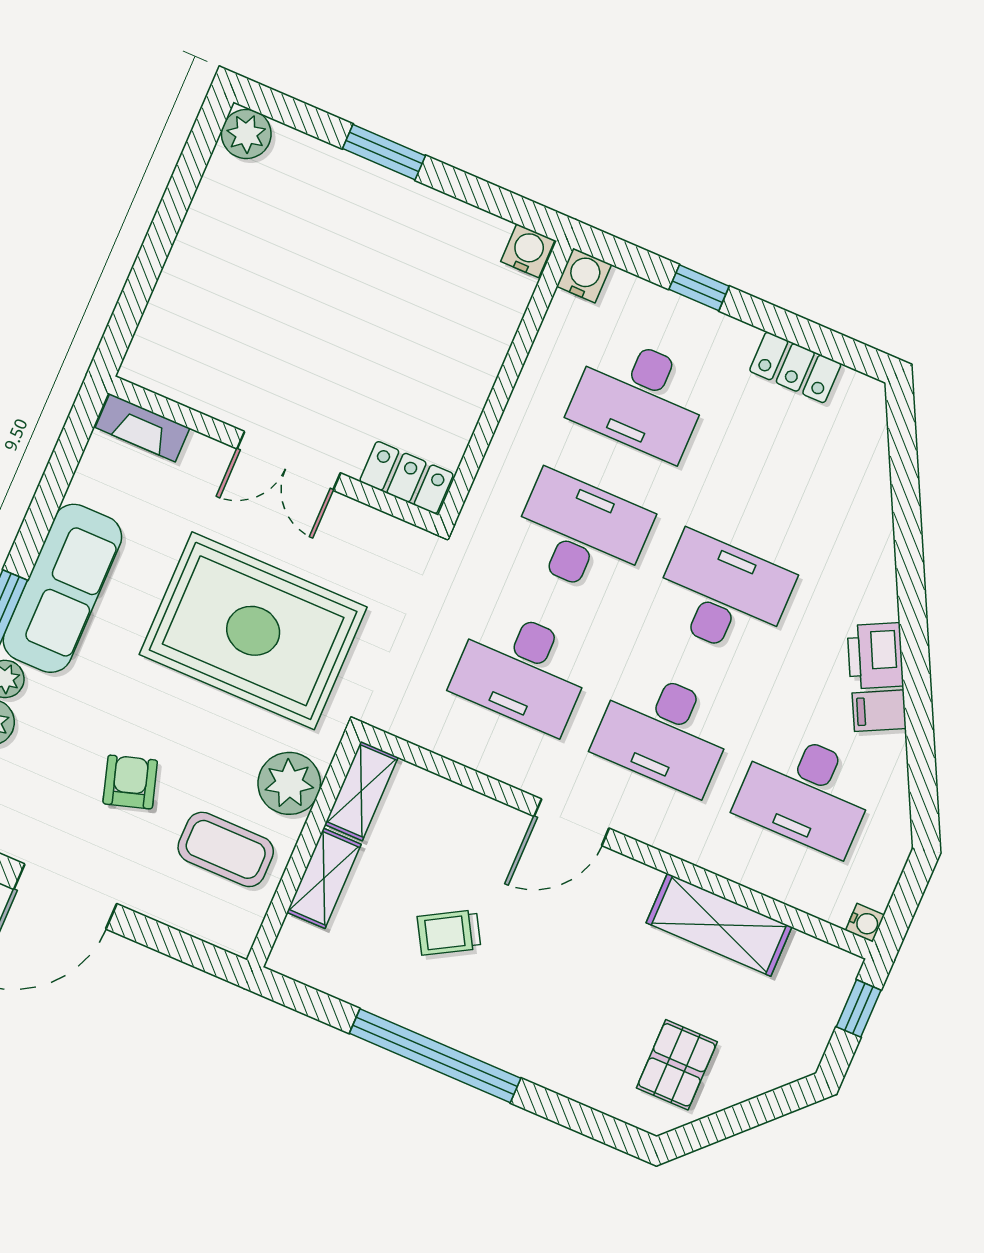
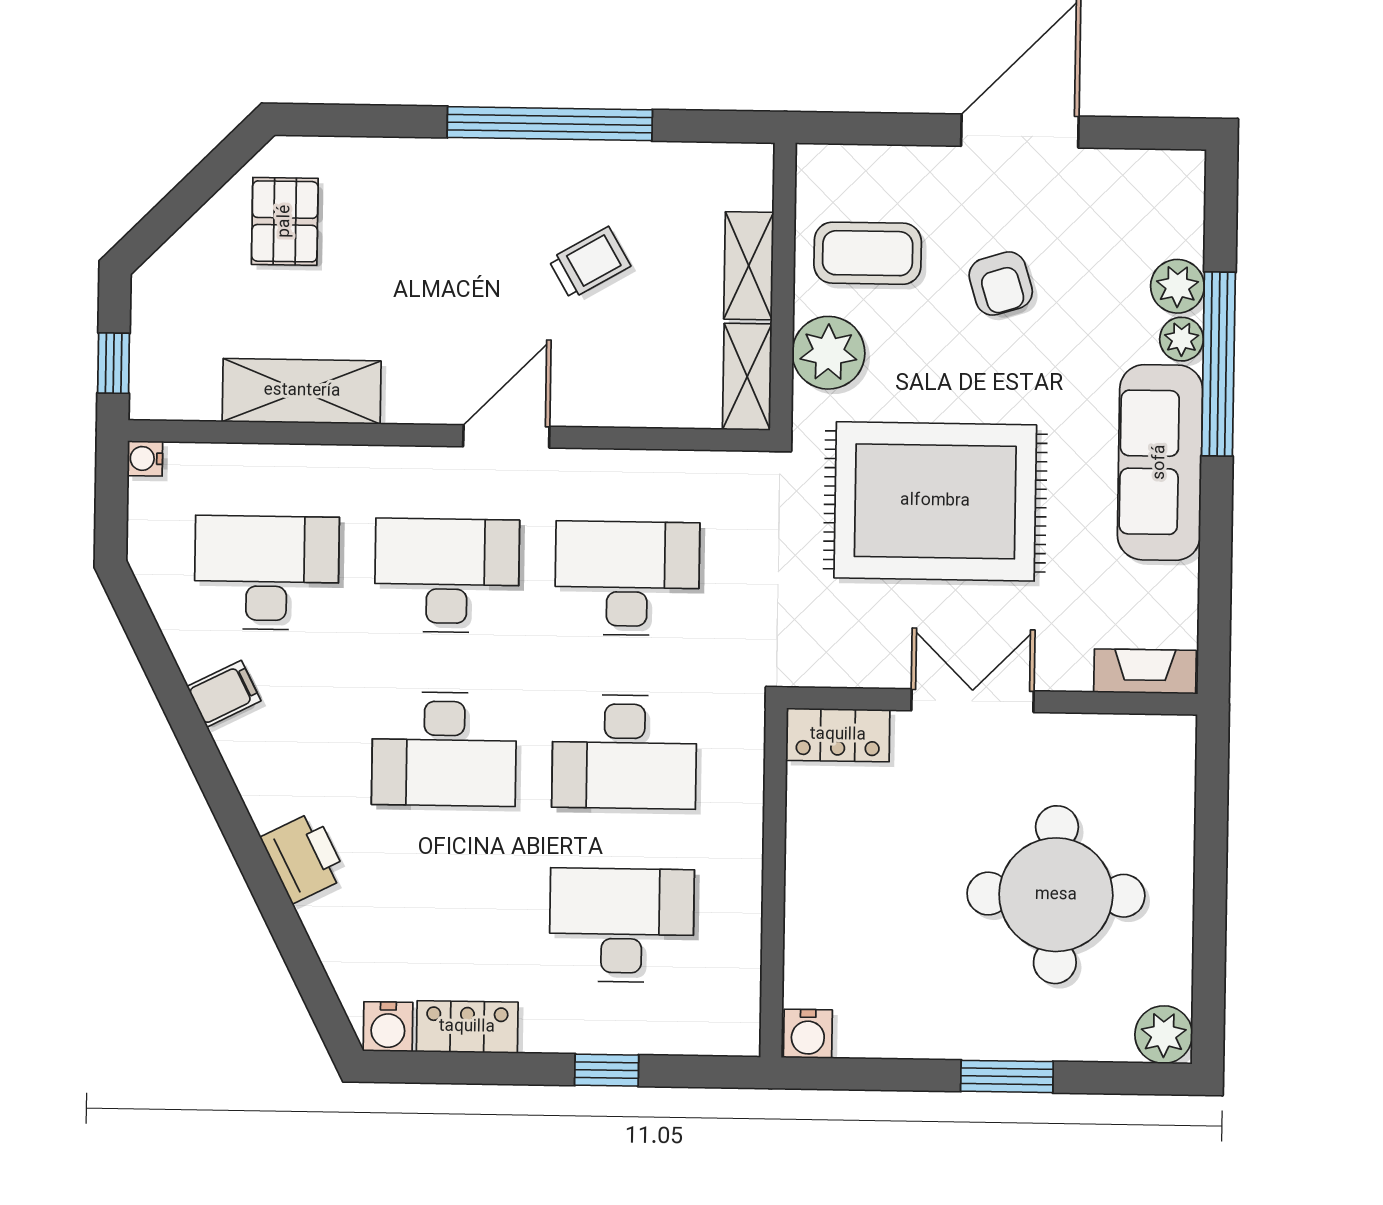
water cooler: (584, 275) -> (388, 1027), moved
round table: (286, 280) -> (1056, 895), added
printer: (875, 656) -> (304, 857), moved

